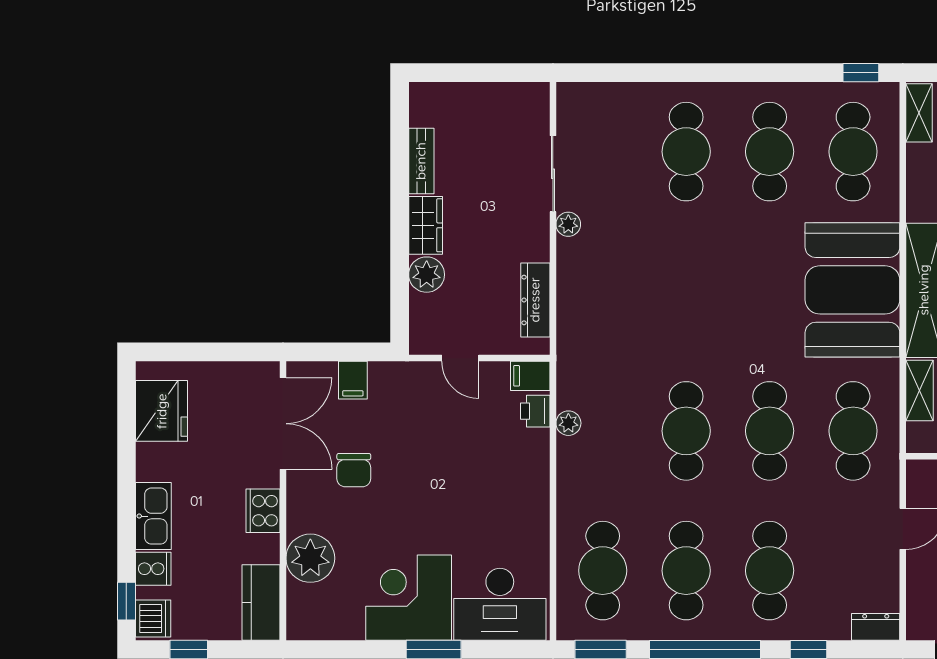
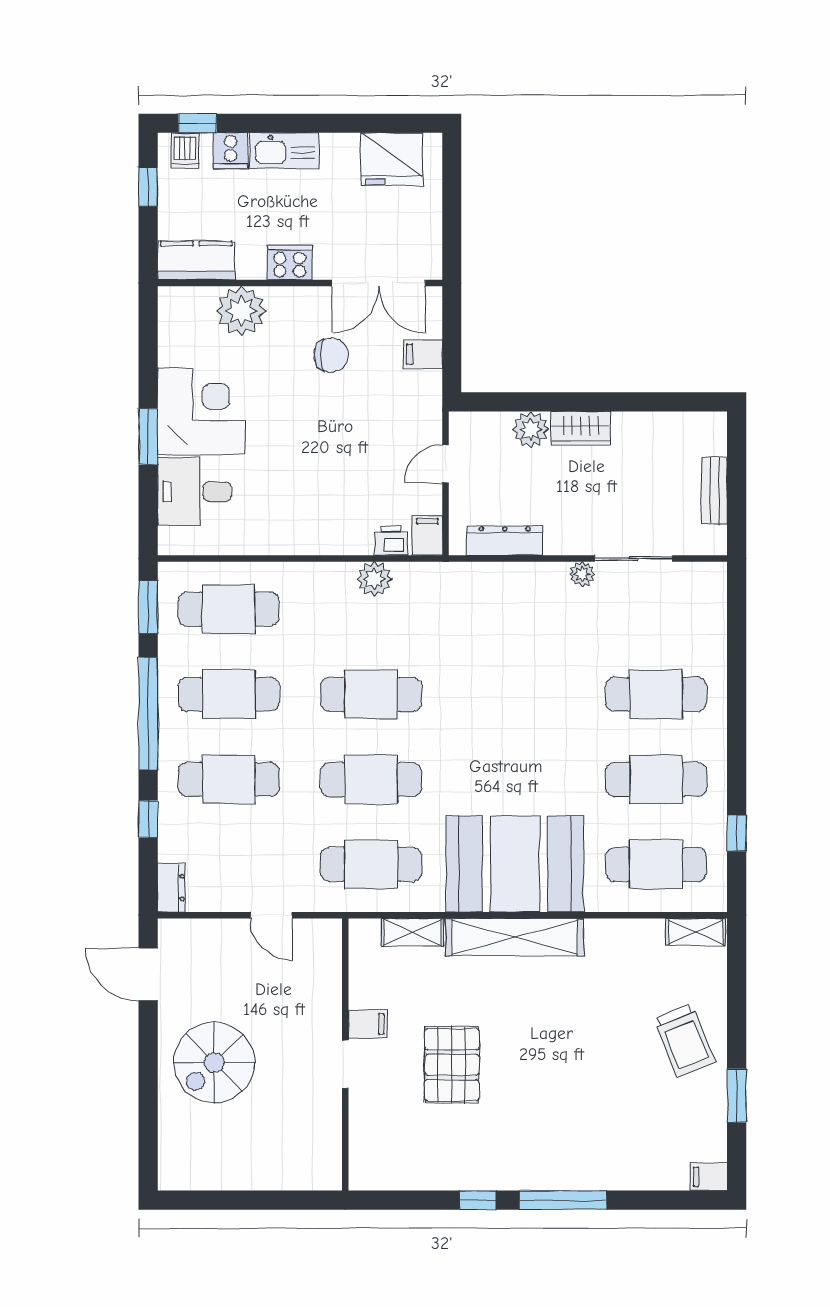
window: (861, 73) -> (737, 833), moved
bench: (421, 161) -> (714, 491), moved, turned 90
plant: (568, 423) -> (374, 579), width x1.38, depth x1.38
chair: (354, 470) -> (331, 355), turned 180
desk: (500, 604) -> (194, 491), width x0.73
dishwasher: (153, 619) -> (185, 150), width x0.73

